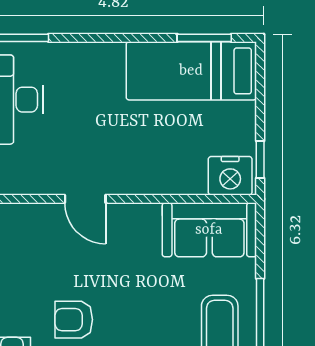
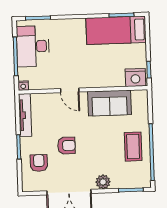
sofa: (209, 230) -> (110, 103), moved
armchair: (74, 320) -> (66, 146), turned 180

